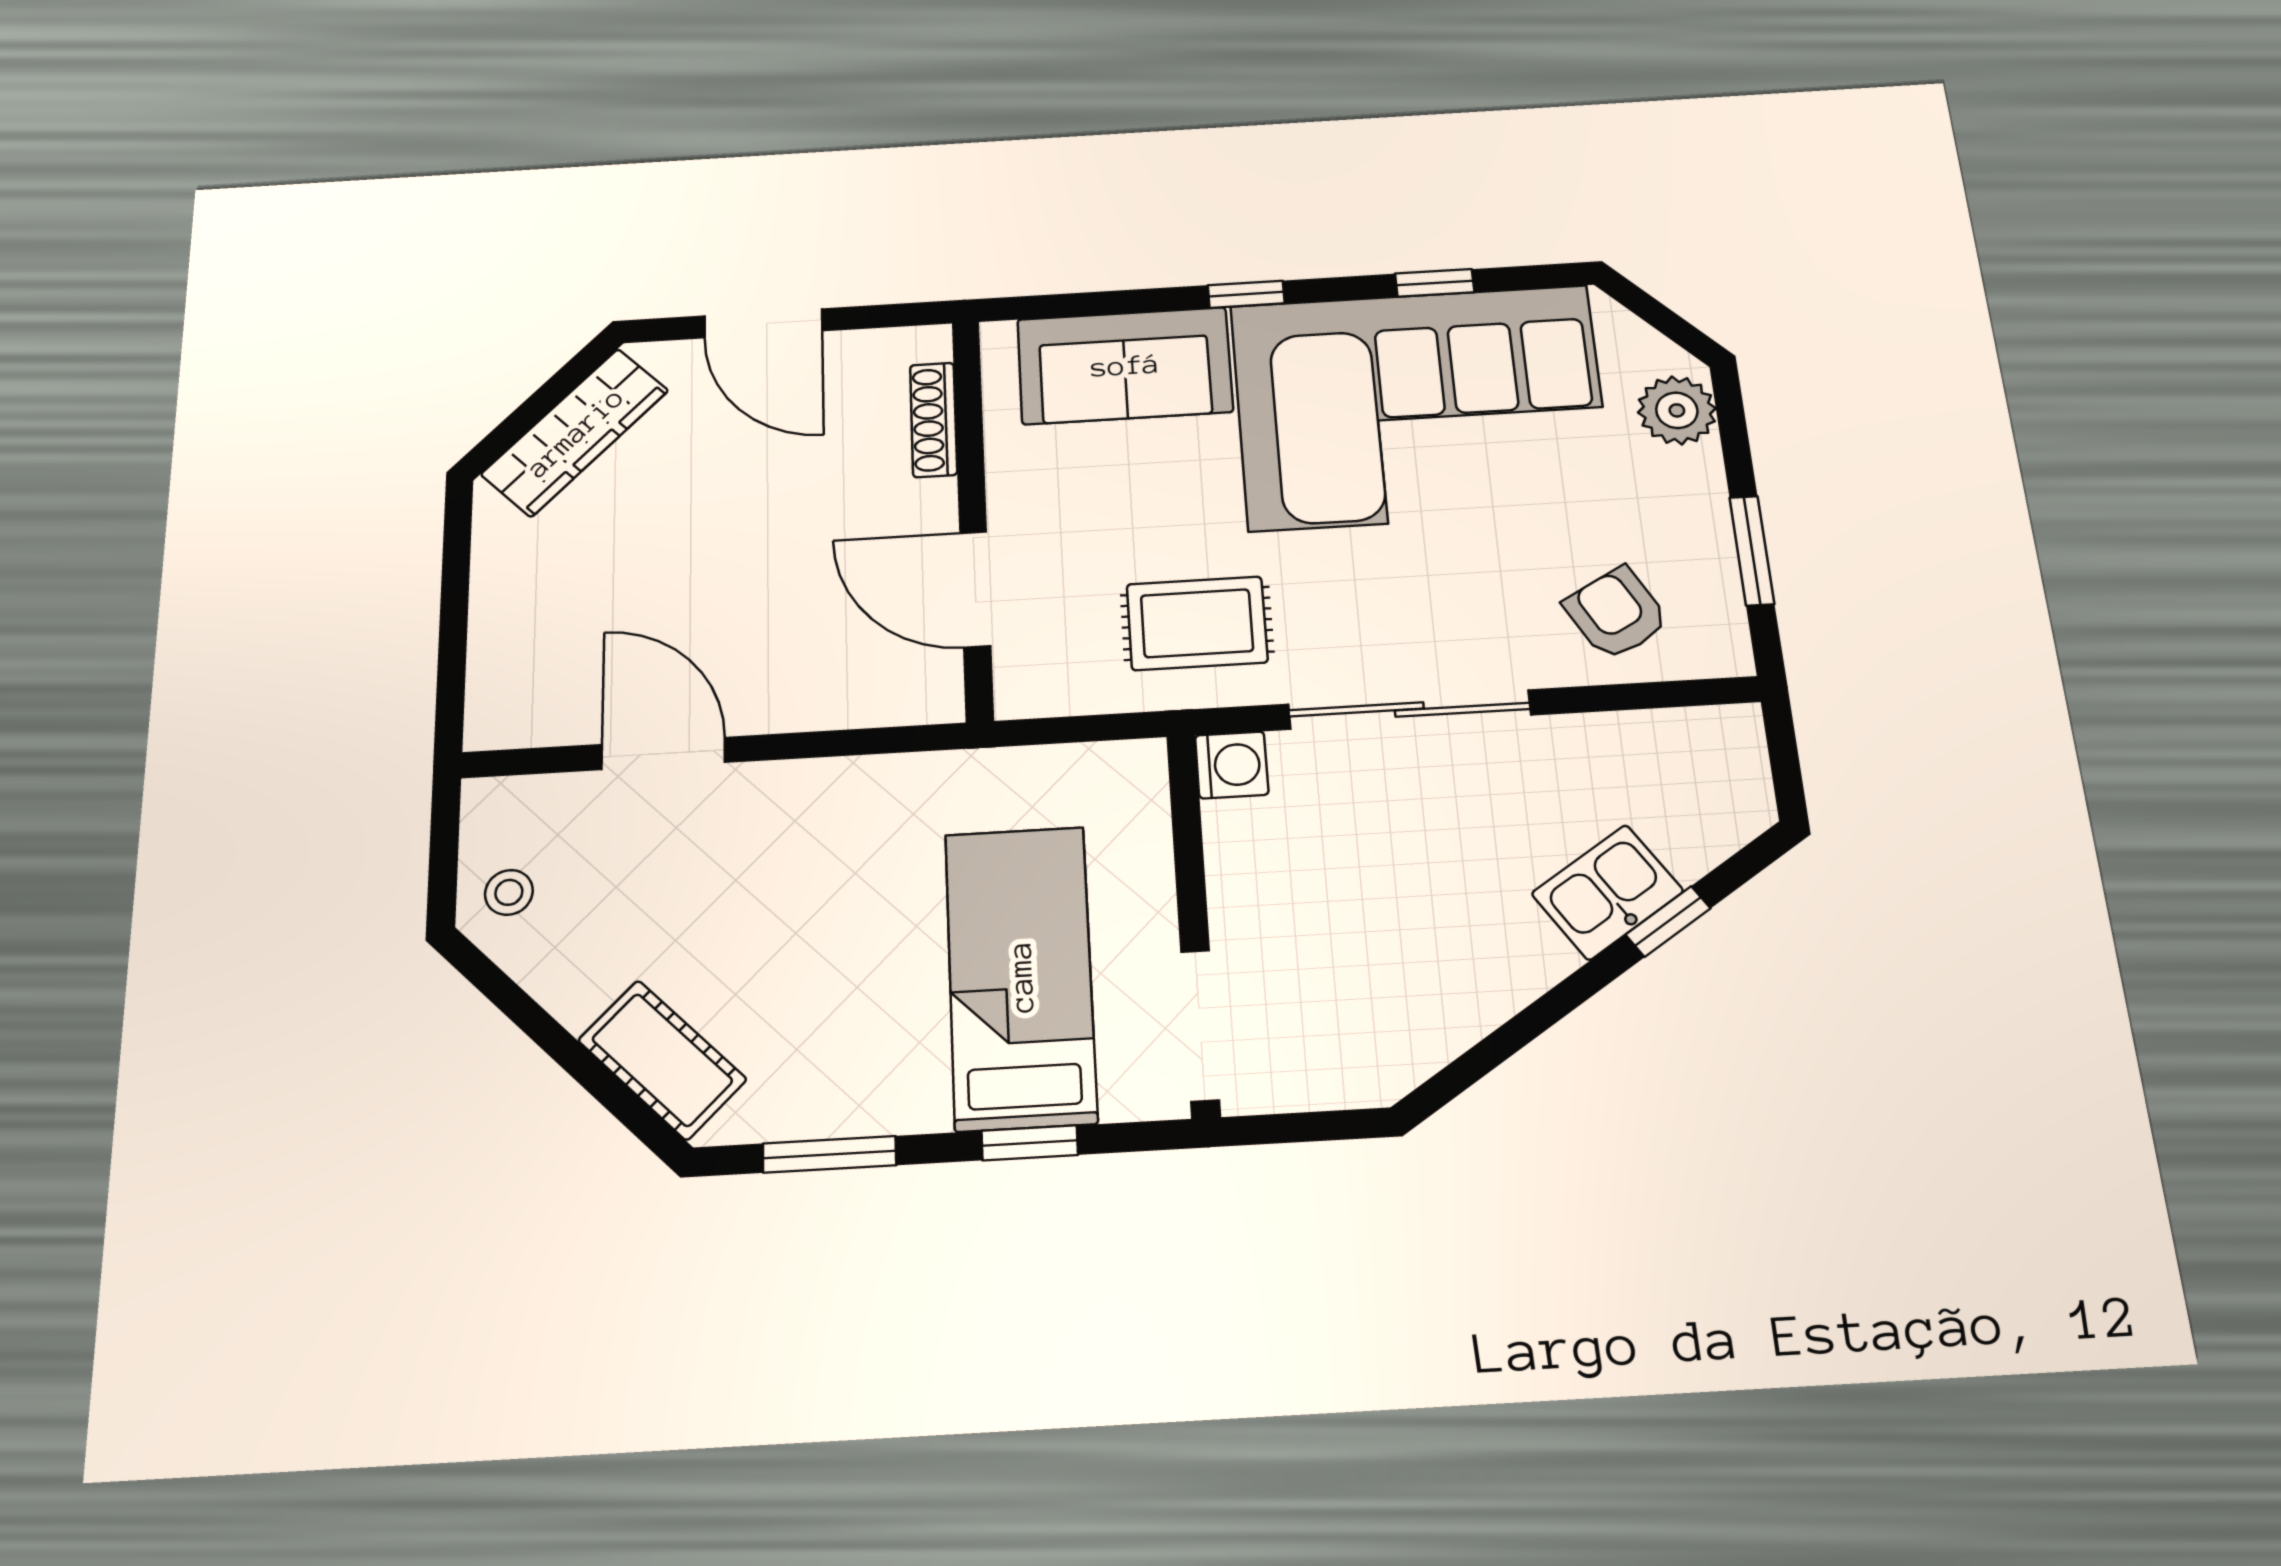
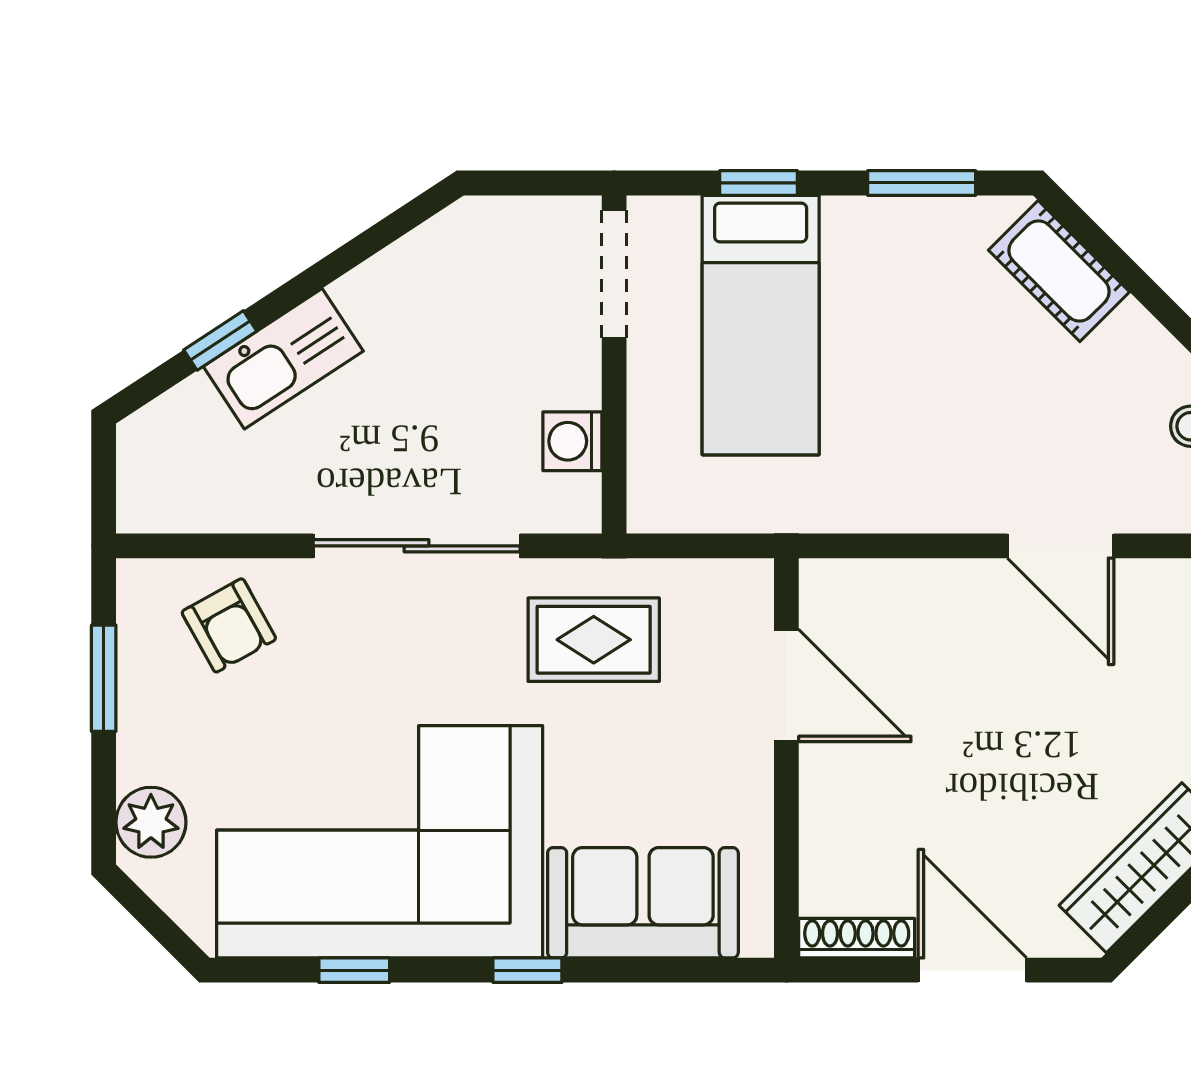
shoe rack: (934, 420) -> (857, 938), moved, turned -90
washing machine: (1232, 765) -> (572, 441), moved
kitchen sink: (1607, 892) -> (283, 359), width x1.38

